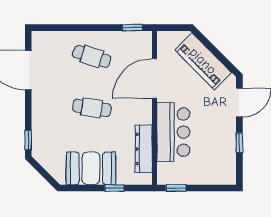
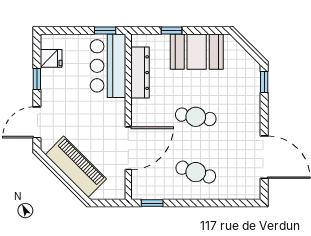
bar counter: (173, 132) -> (108, 66), moved
fridge: (226, 162) -> (51, 58), added

